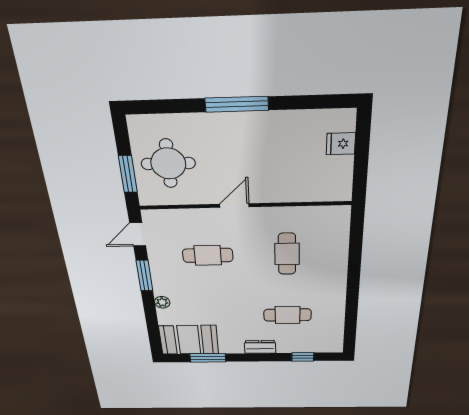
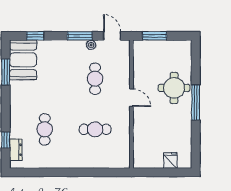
round table: (168, 164) -> (174, 88), moved
plant: (162, 302) -> (91, 45), moved
window: (153, 327) -> (35, 36), added
dresser: (260, 347) -> (16, 150), moved

